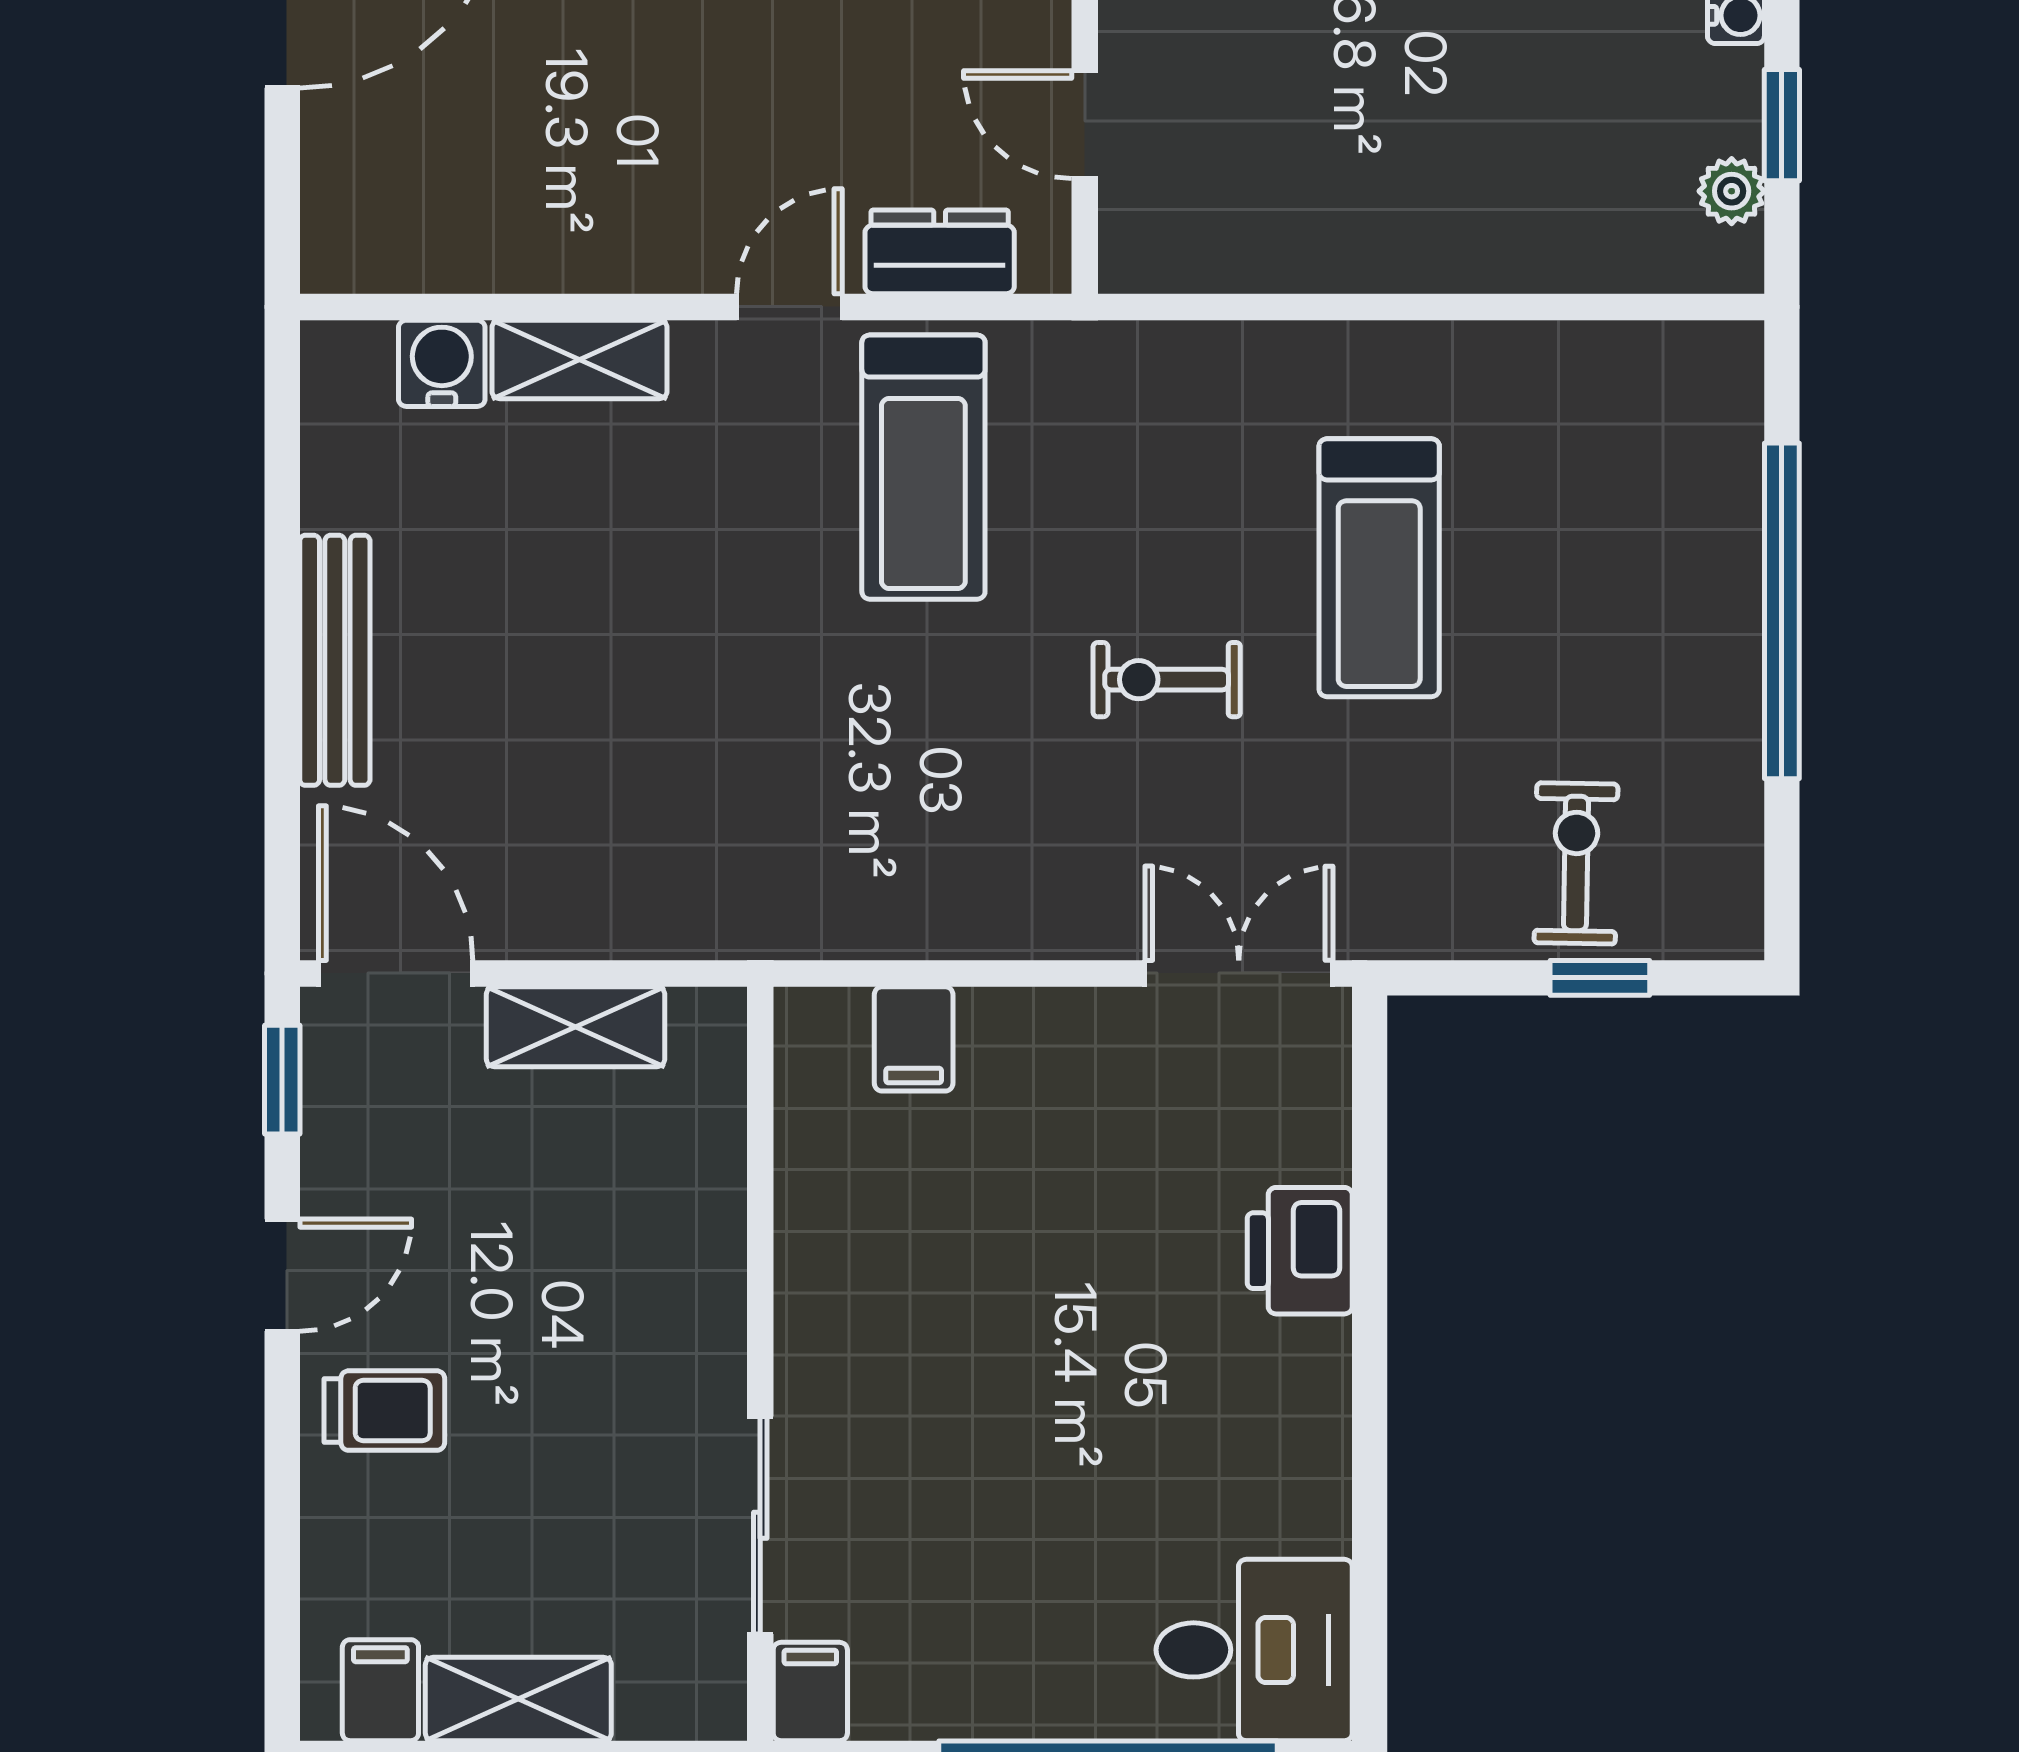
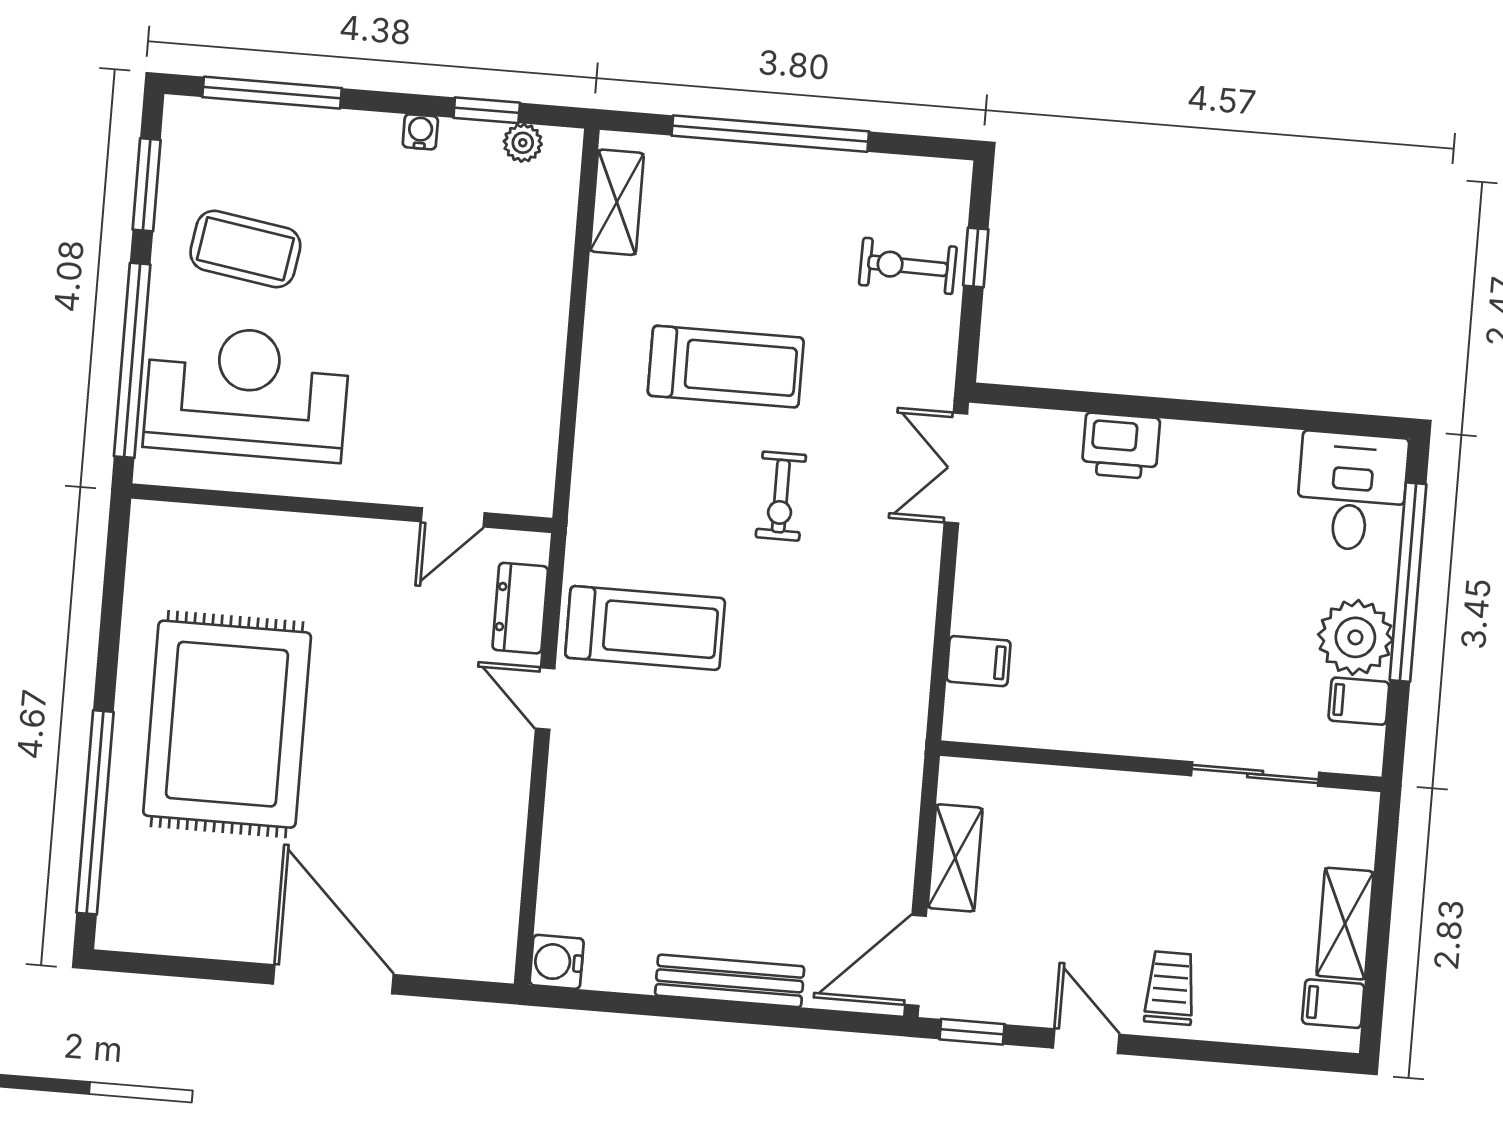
shelving: (579, 359) -> (617, 202), moved
water cooler: (442, 363) -> (557, 962), moved
plant: (1007, 1677) -> (1355, 637), added
filing cabinet: (810, 1691) -> (1359, 701), moved

